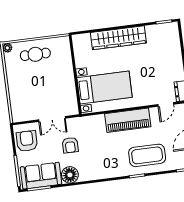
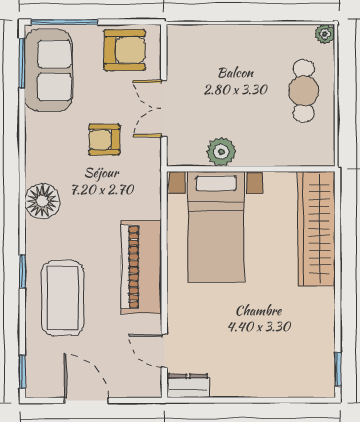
wardrobe: (118, 38) -> (316, 229), moved
plant: (69, 89) -> (221, 152), added
floor lamp: (70, 175) -> (42, 201), moved

